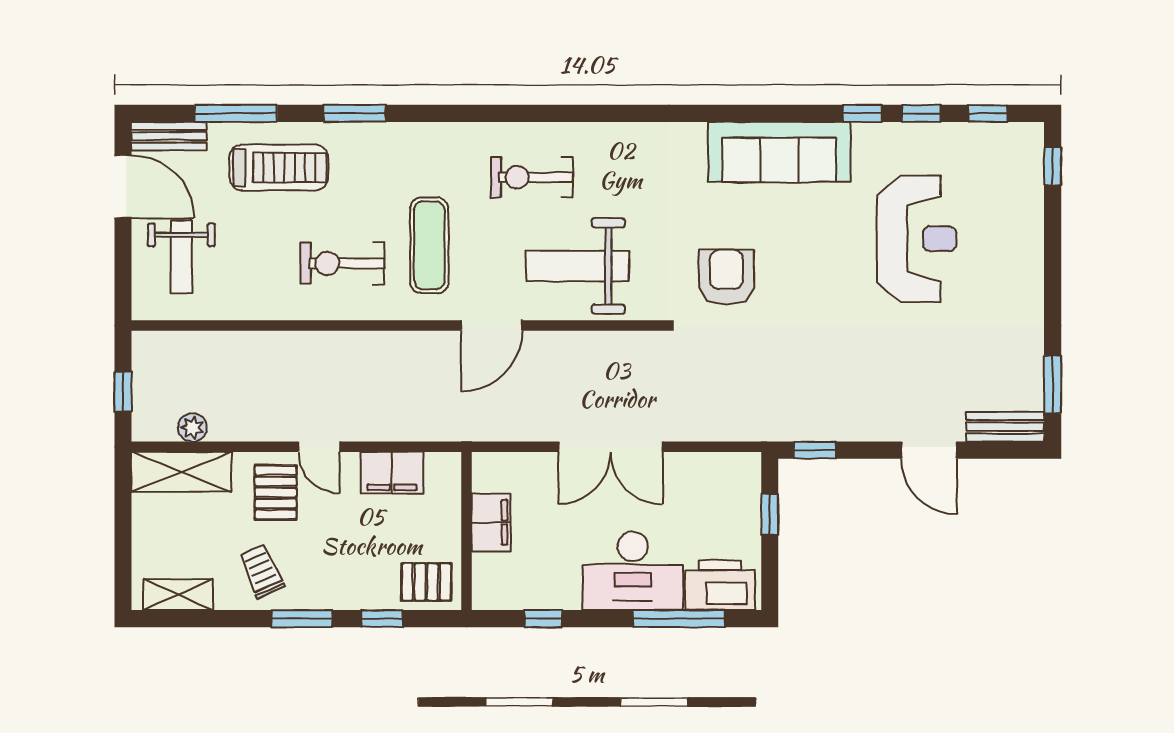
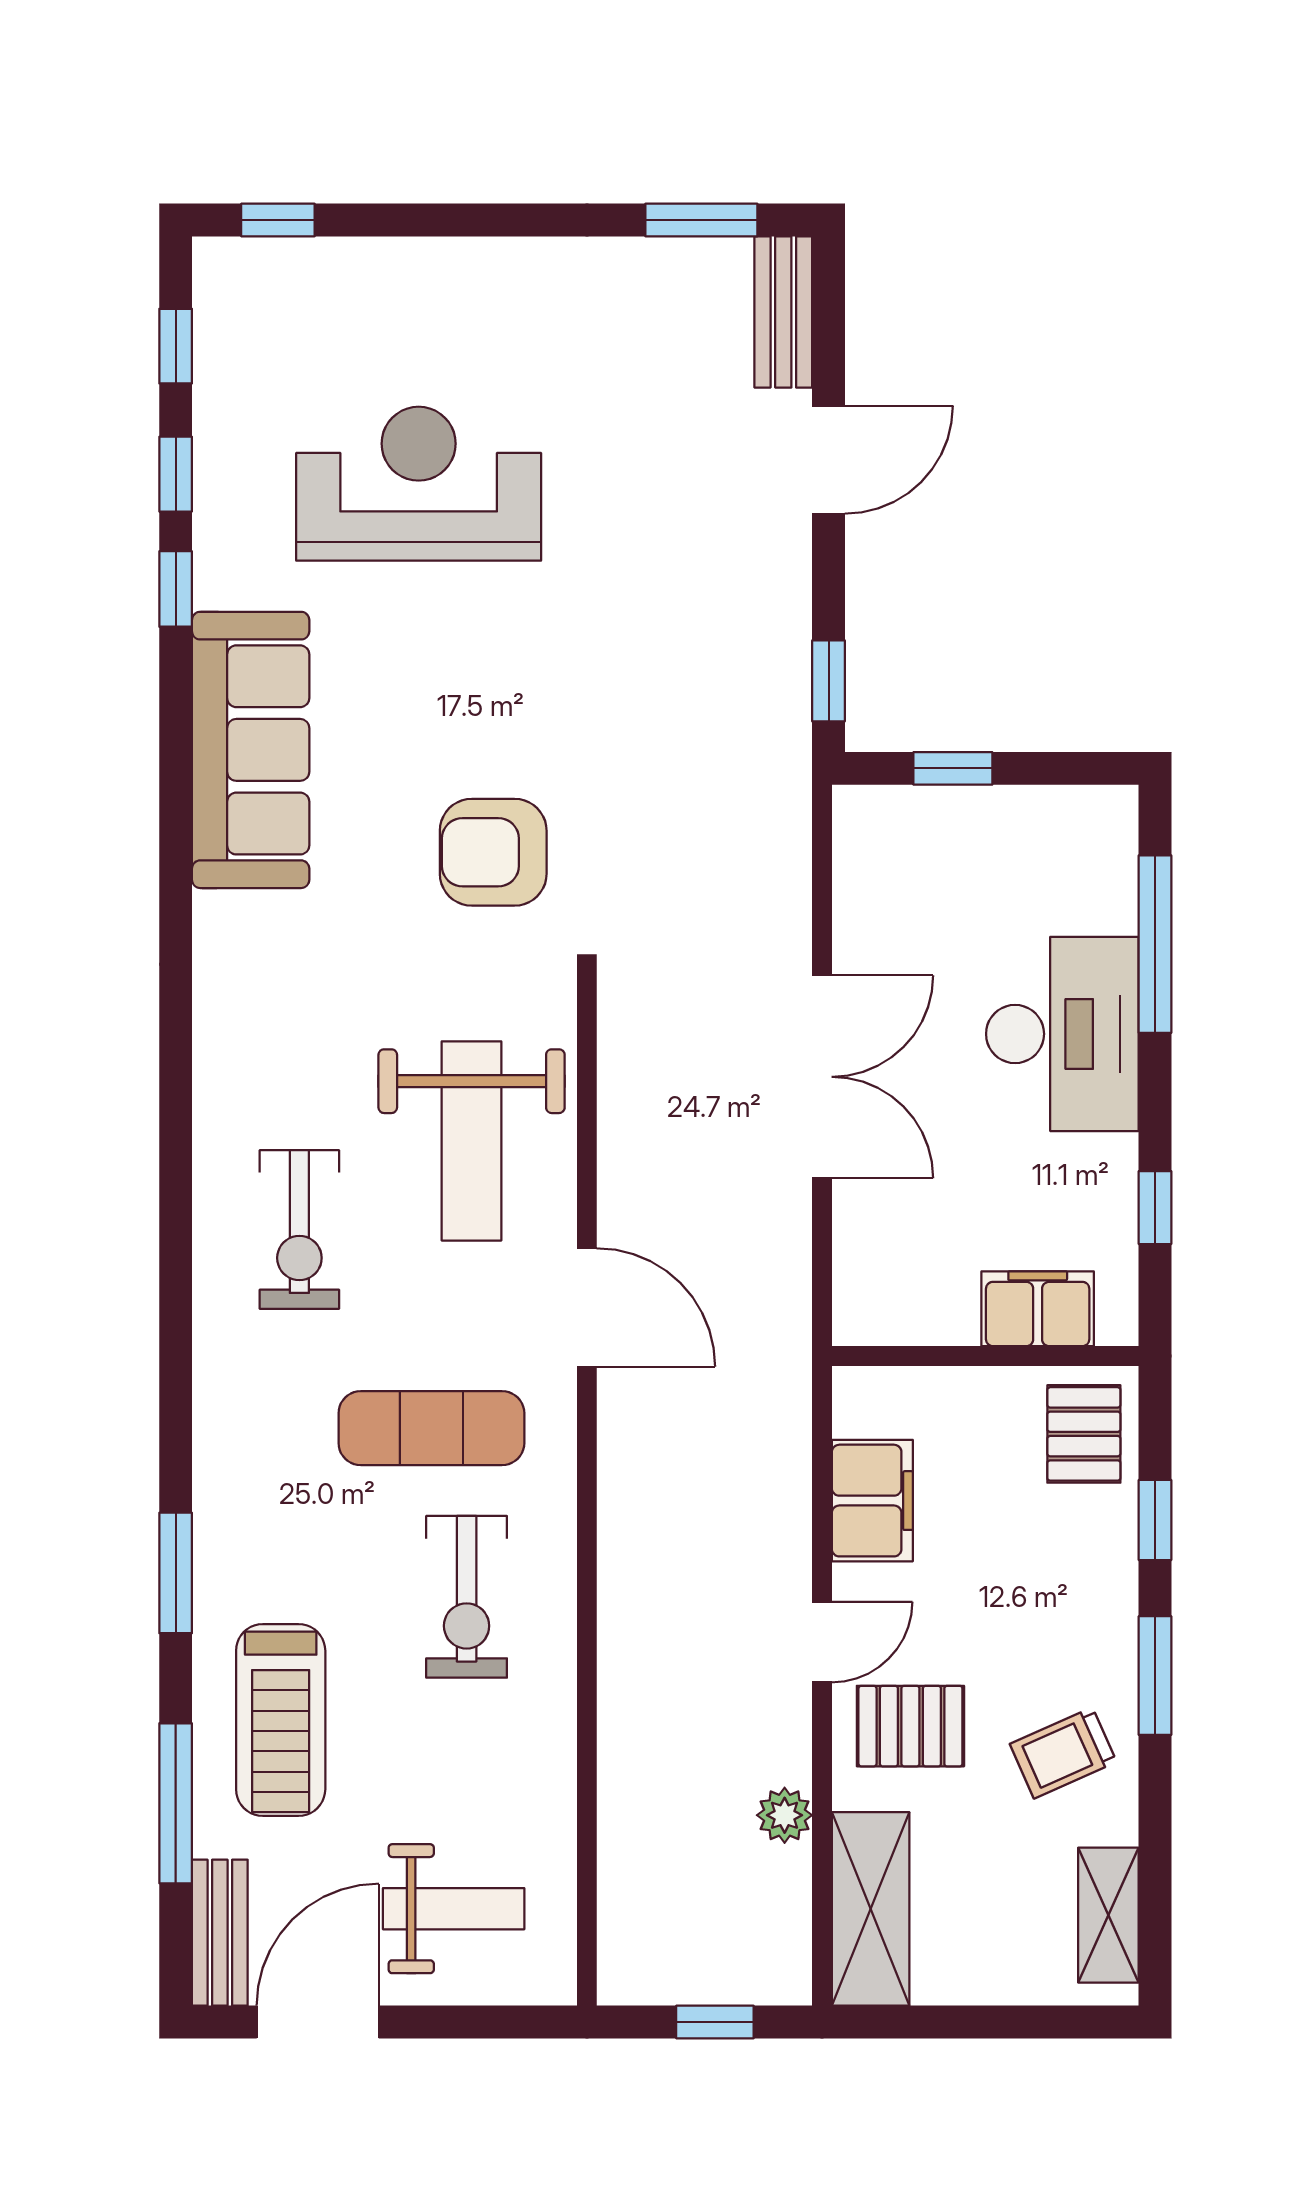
treadmill: (279, 168) -> (281, 1720), turned 180
plant: (192, 427) -> (785, 1815), moved
filing cabinet: (491, 522) -> (1038, 1309), moved
printer: (720, 585) -> (1090, 864), removed

